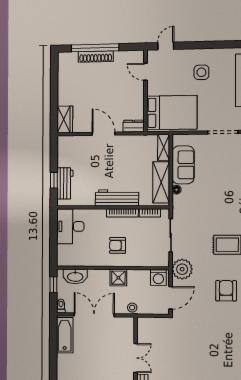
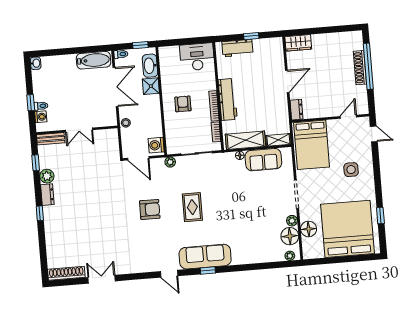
window: (54, 180) -> (251, 36), moved
plant: (182, 269) -> (170, 162), width x0.53, depth x0.53
shower: (118, 278) -> (151, 86), moved

